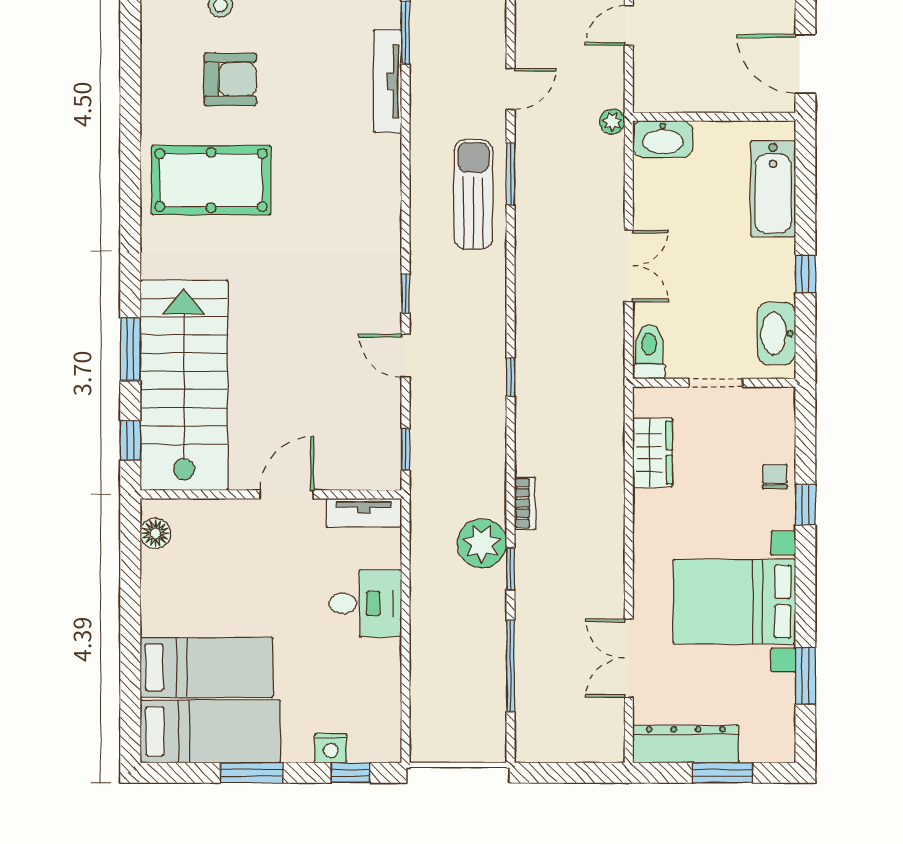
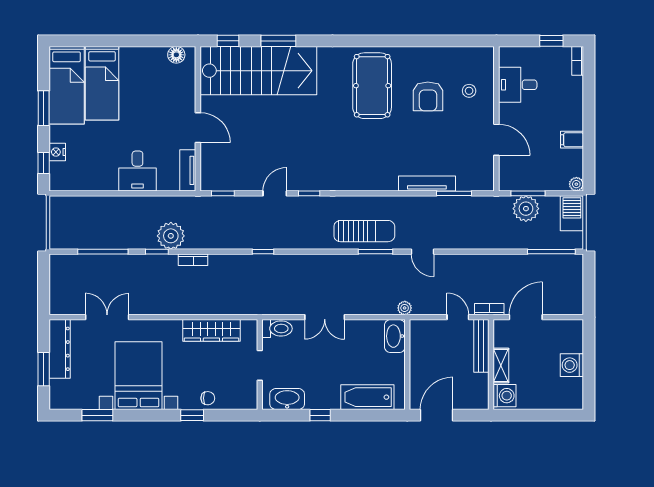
wardrobe: (653, 453) -> (211, 330), width x1.50

